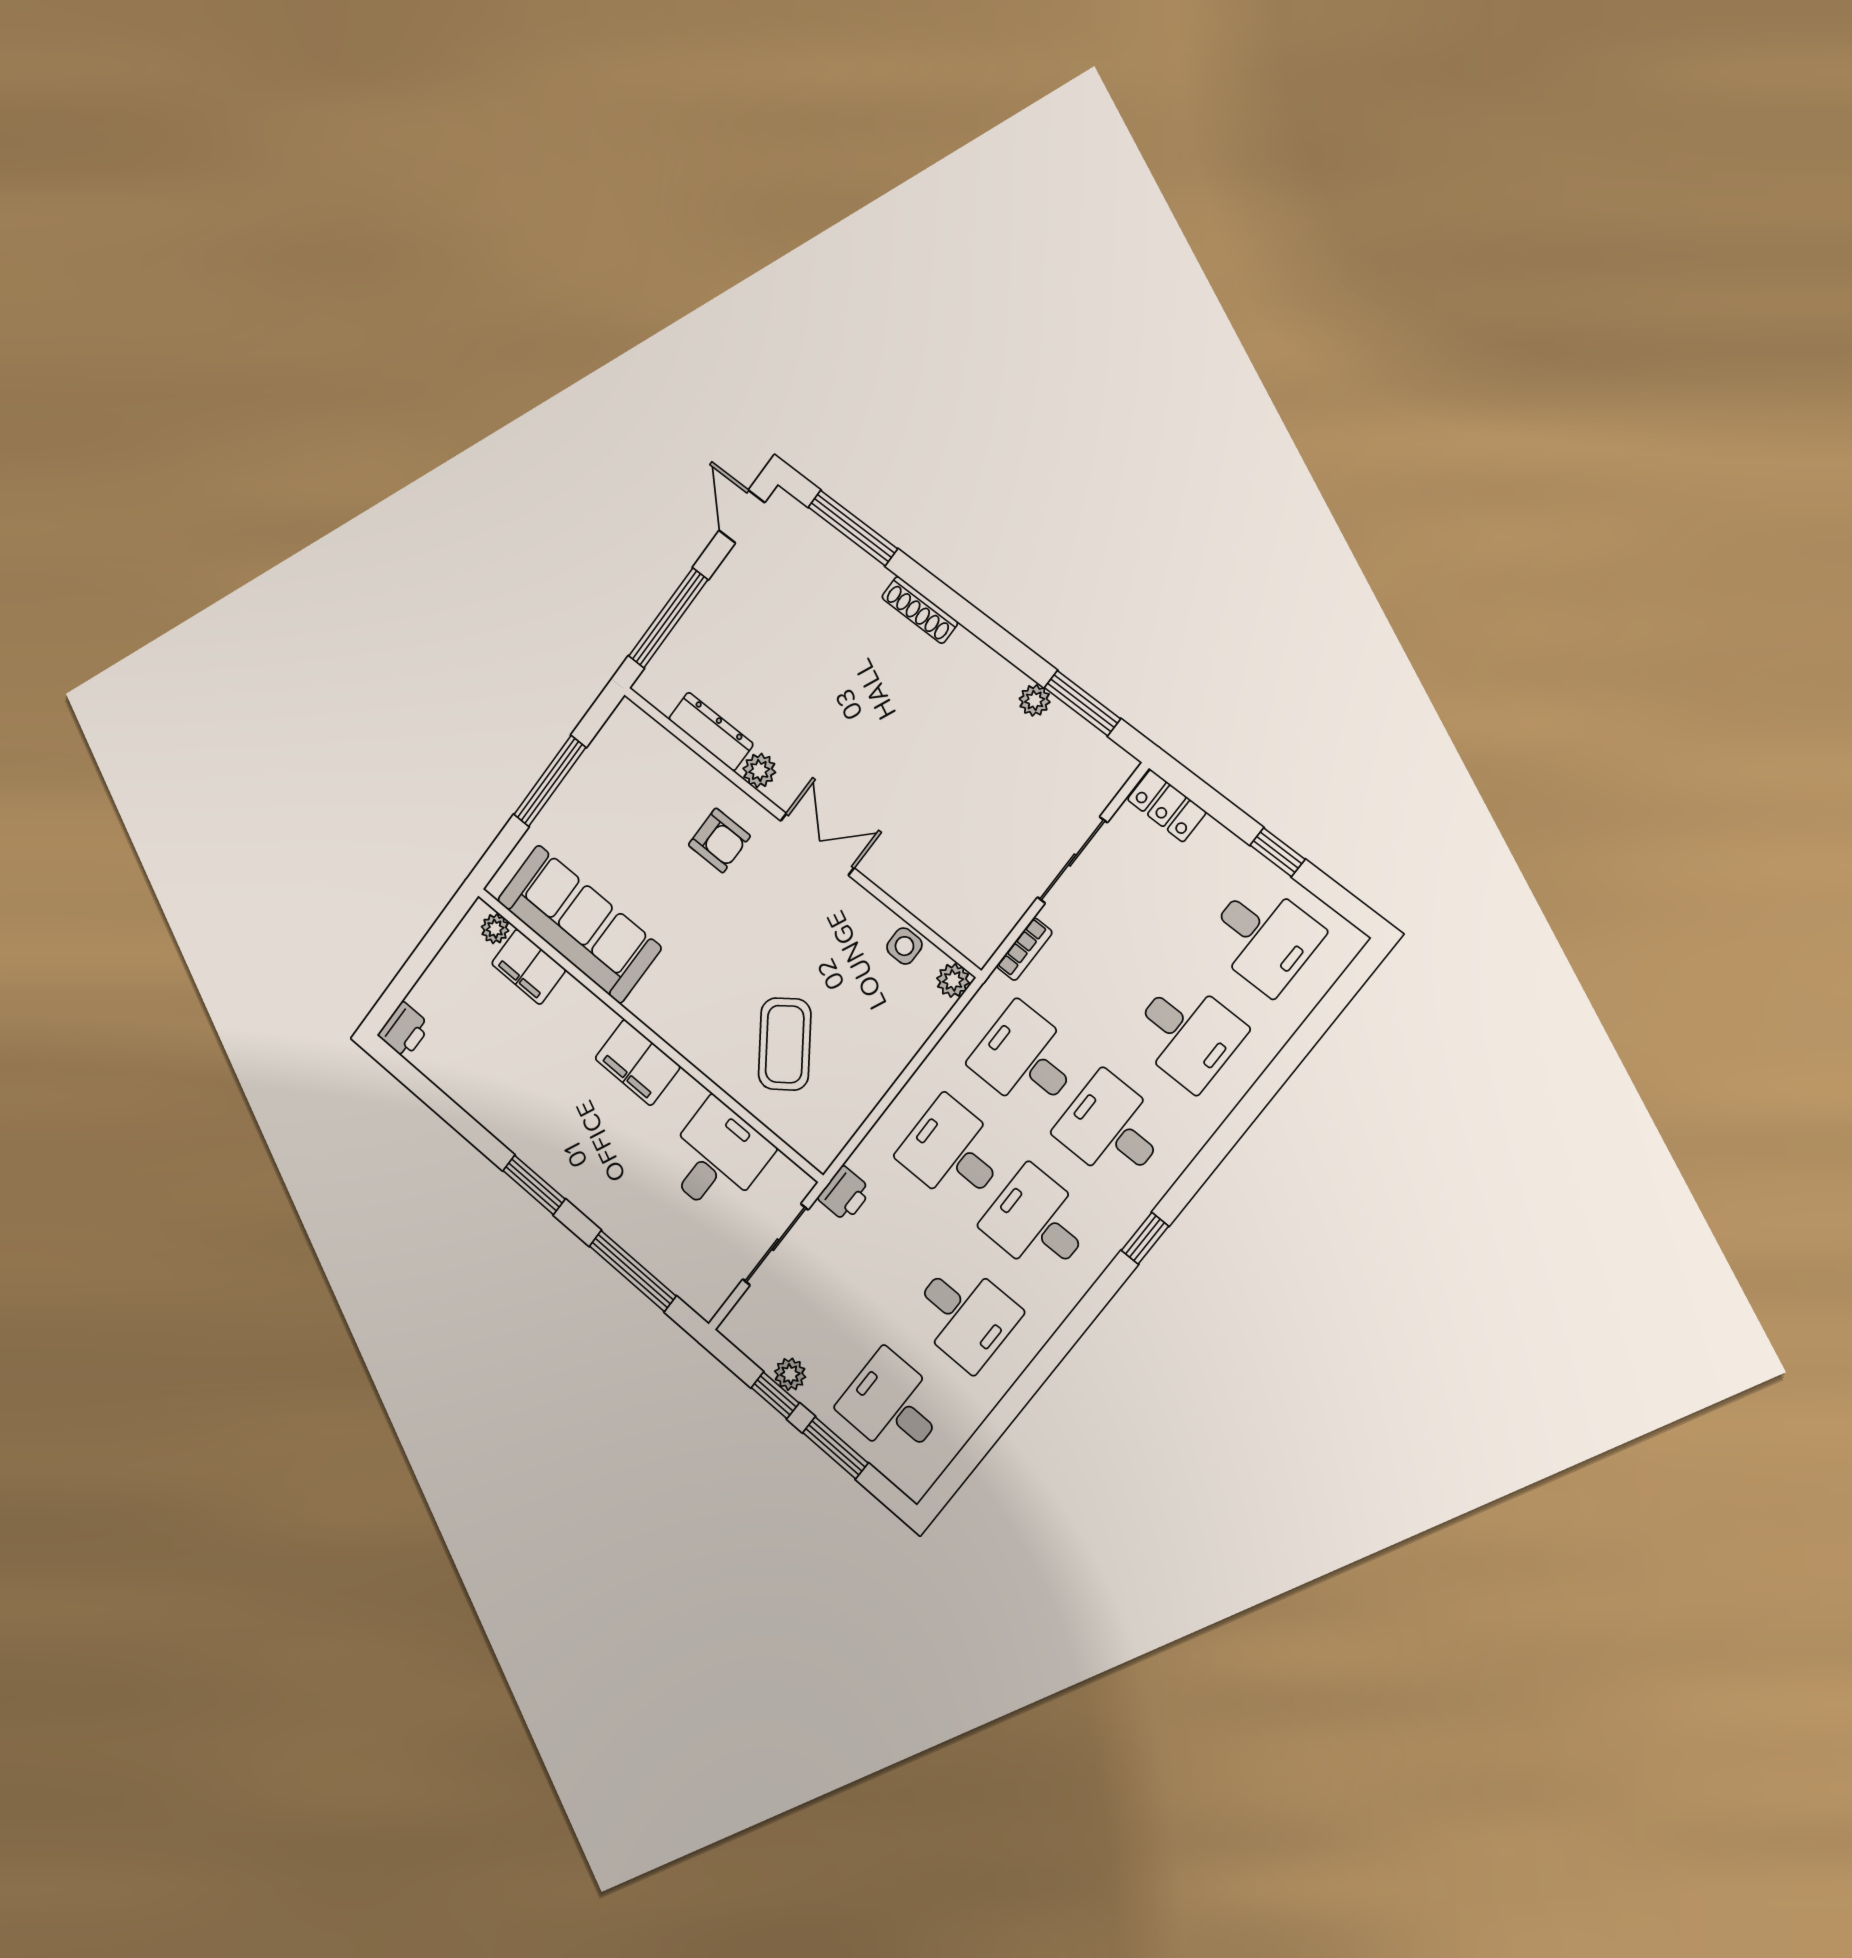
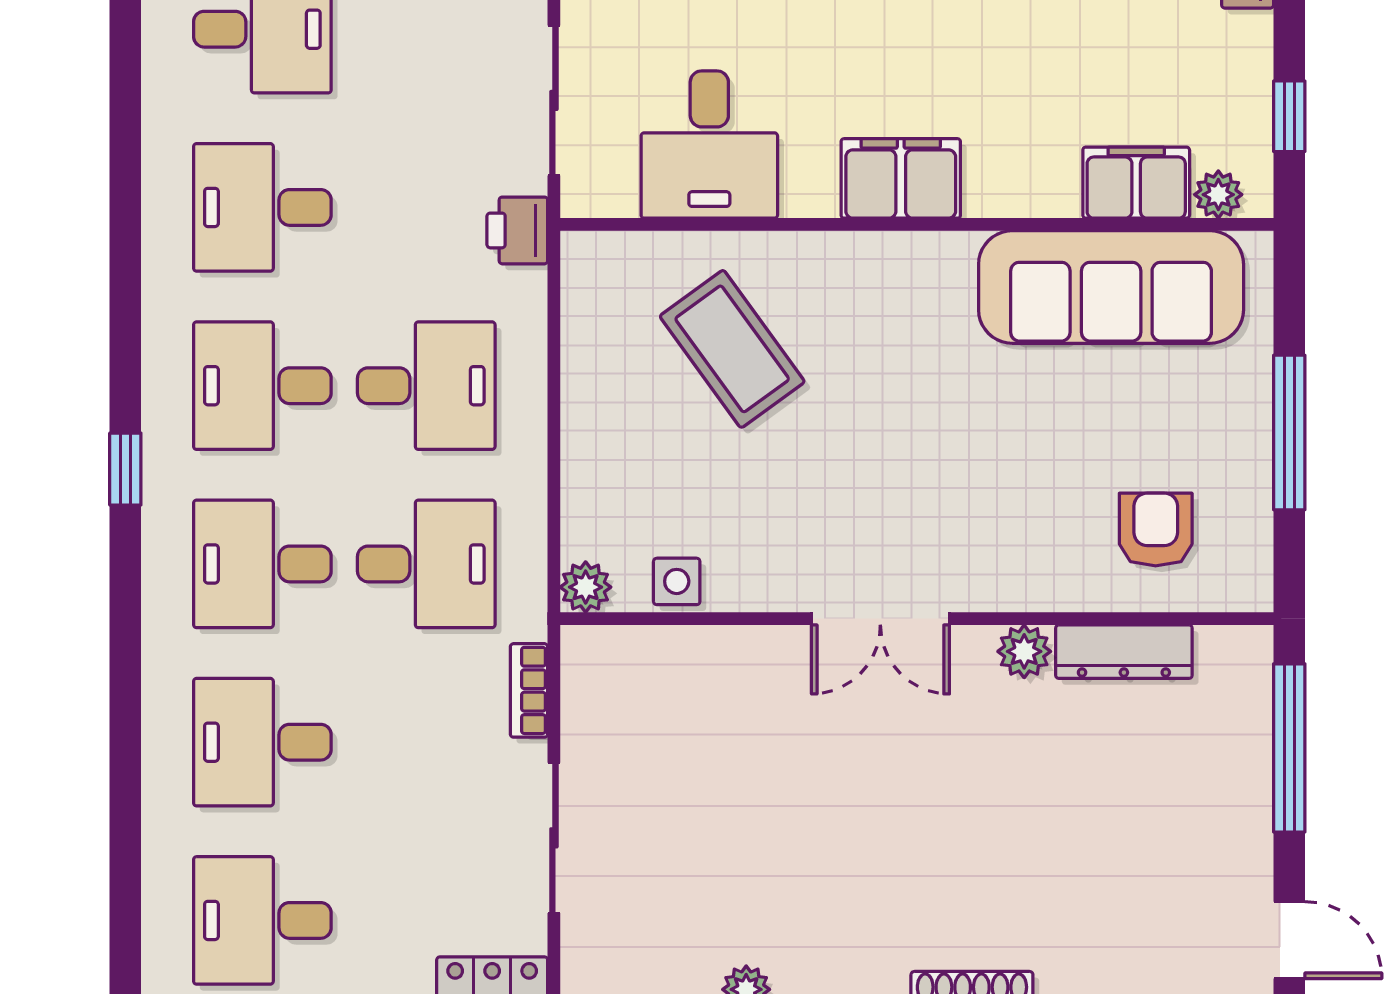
armchair: (719, 840) -> (1156, 530), moved, turned 90
window: (434, 940) -> (1289, 116), added
desk: (1112, 1129) -> (262, 564), turned 180
desk: (1038, 1222) -> (262, 386), turned 180

